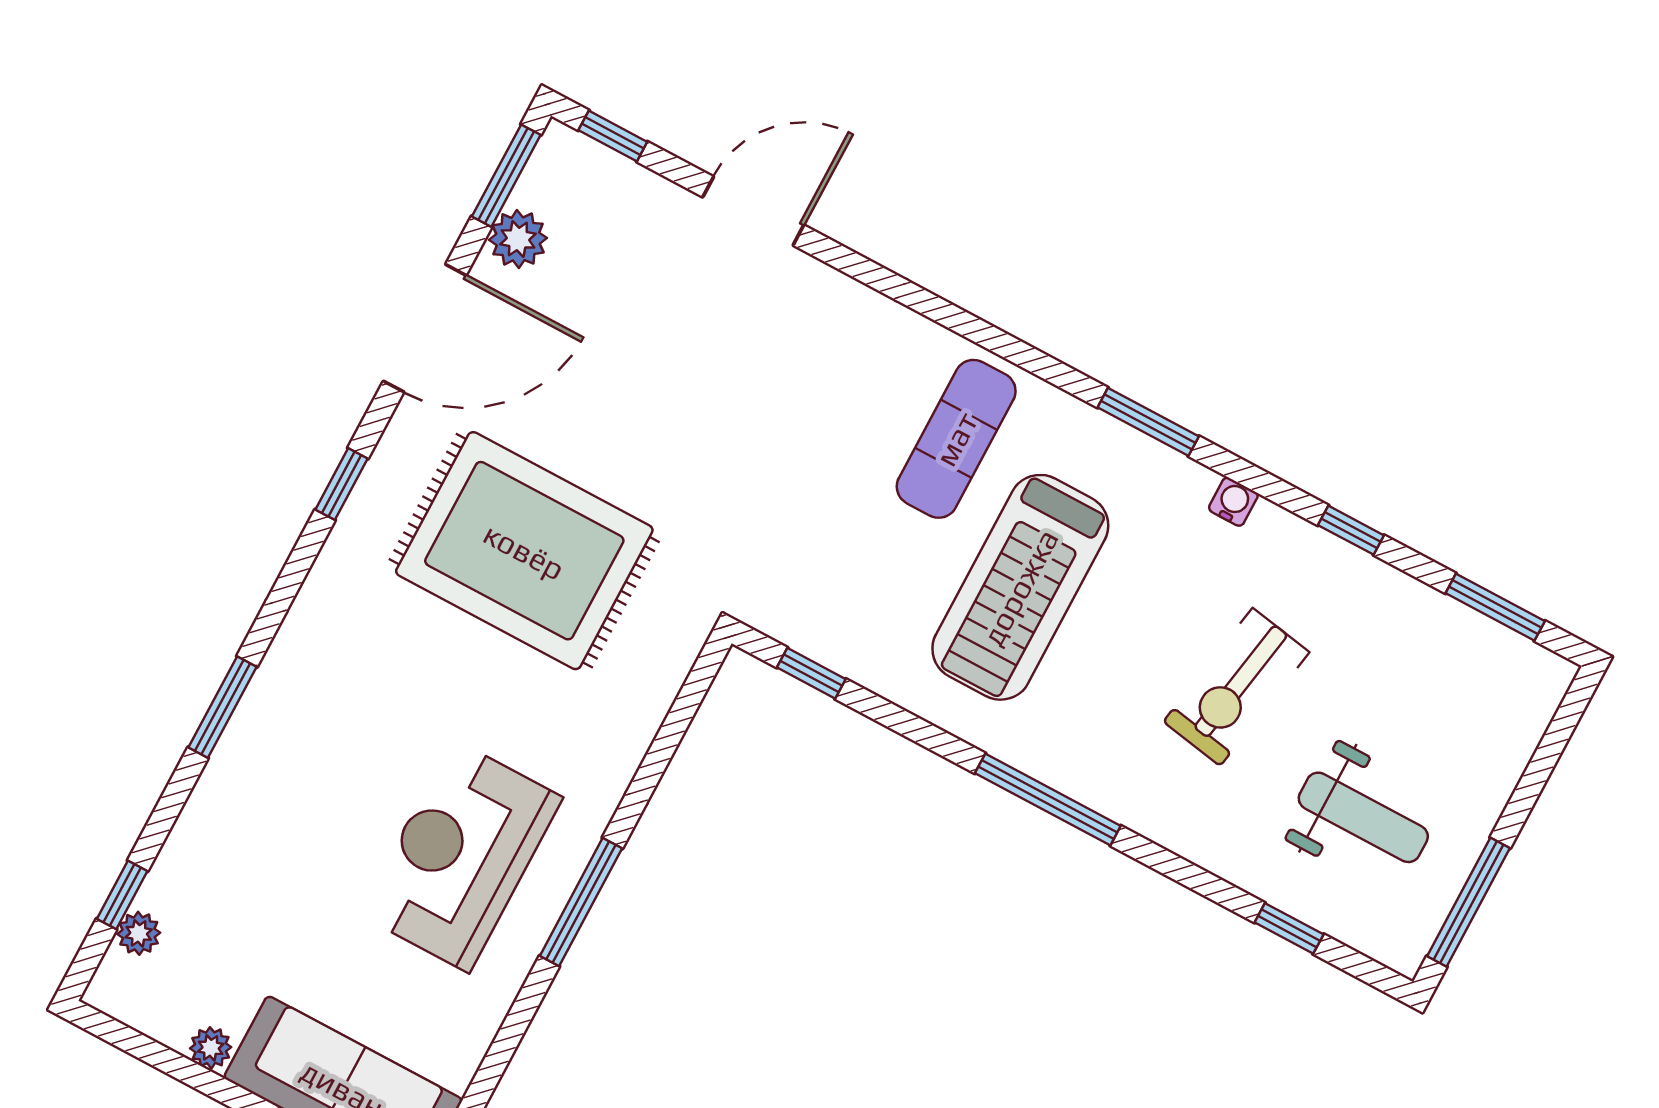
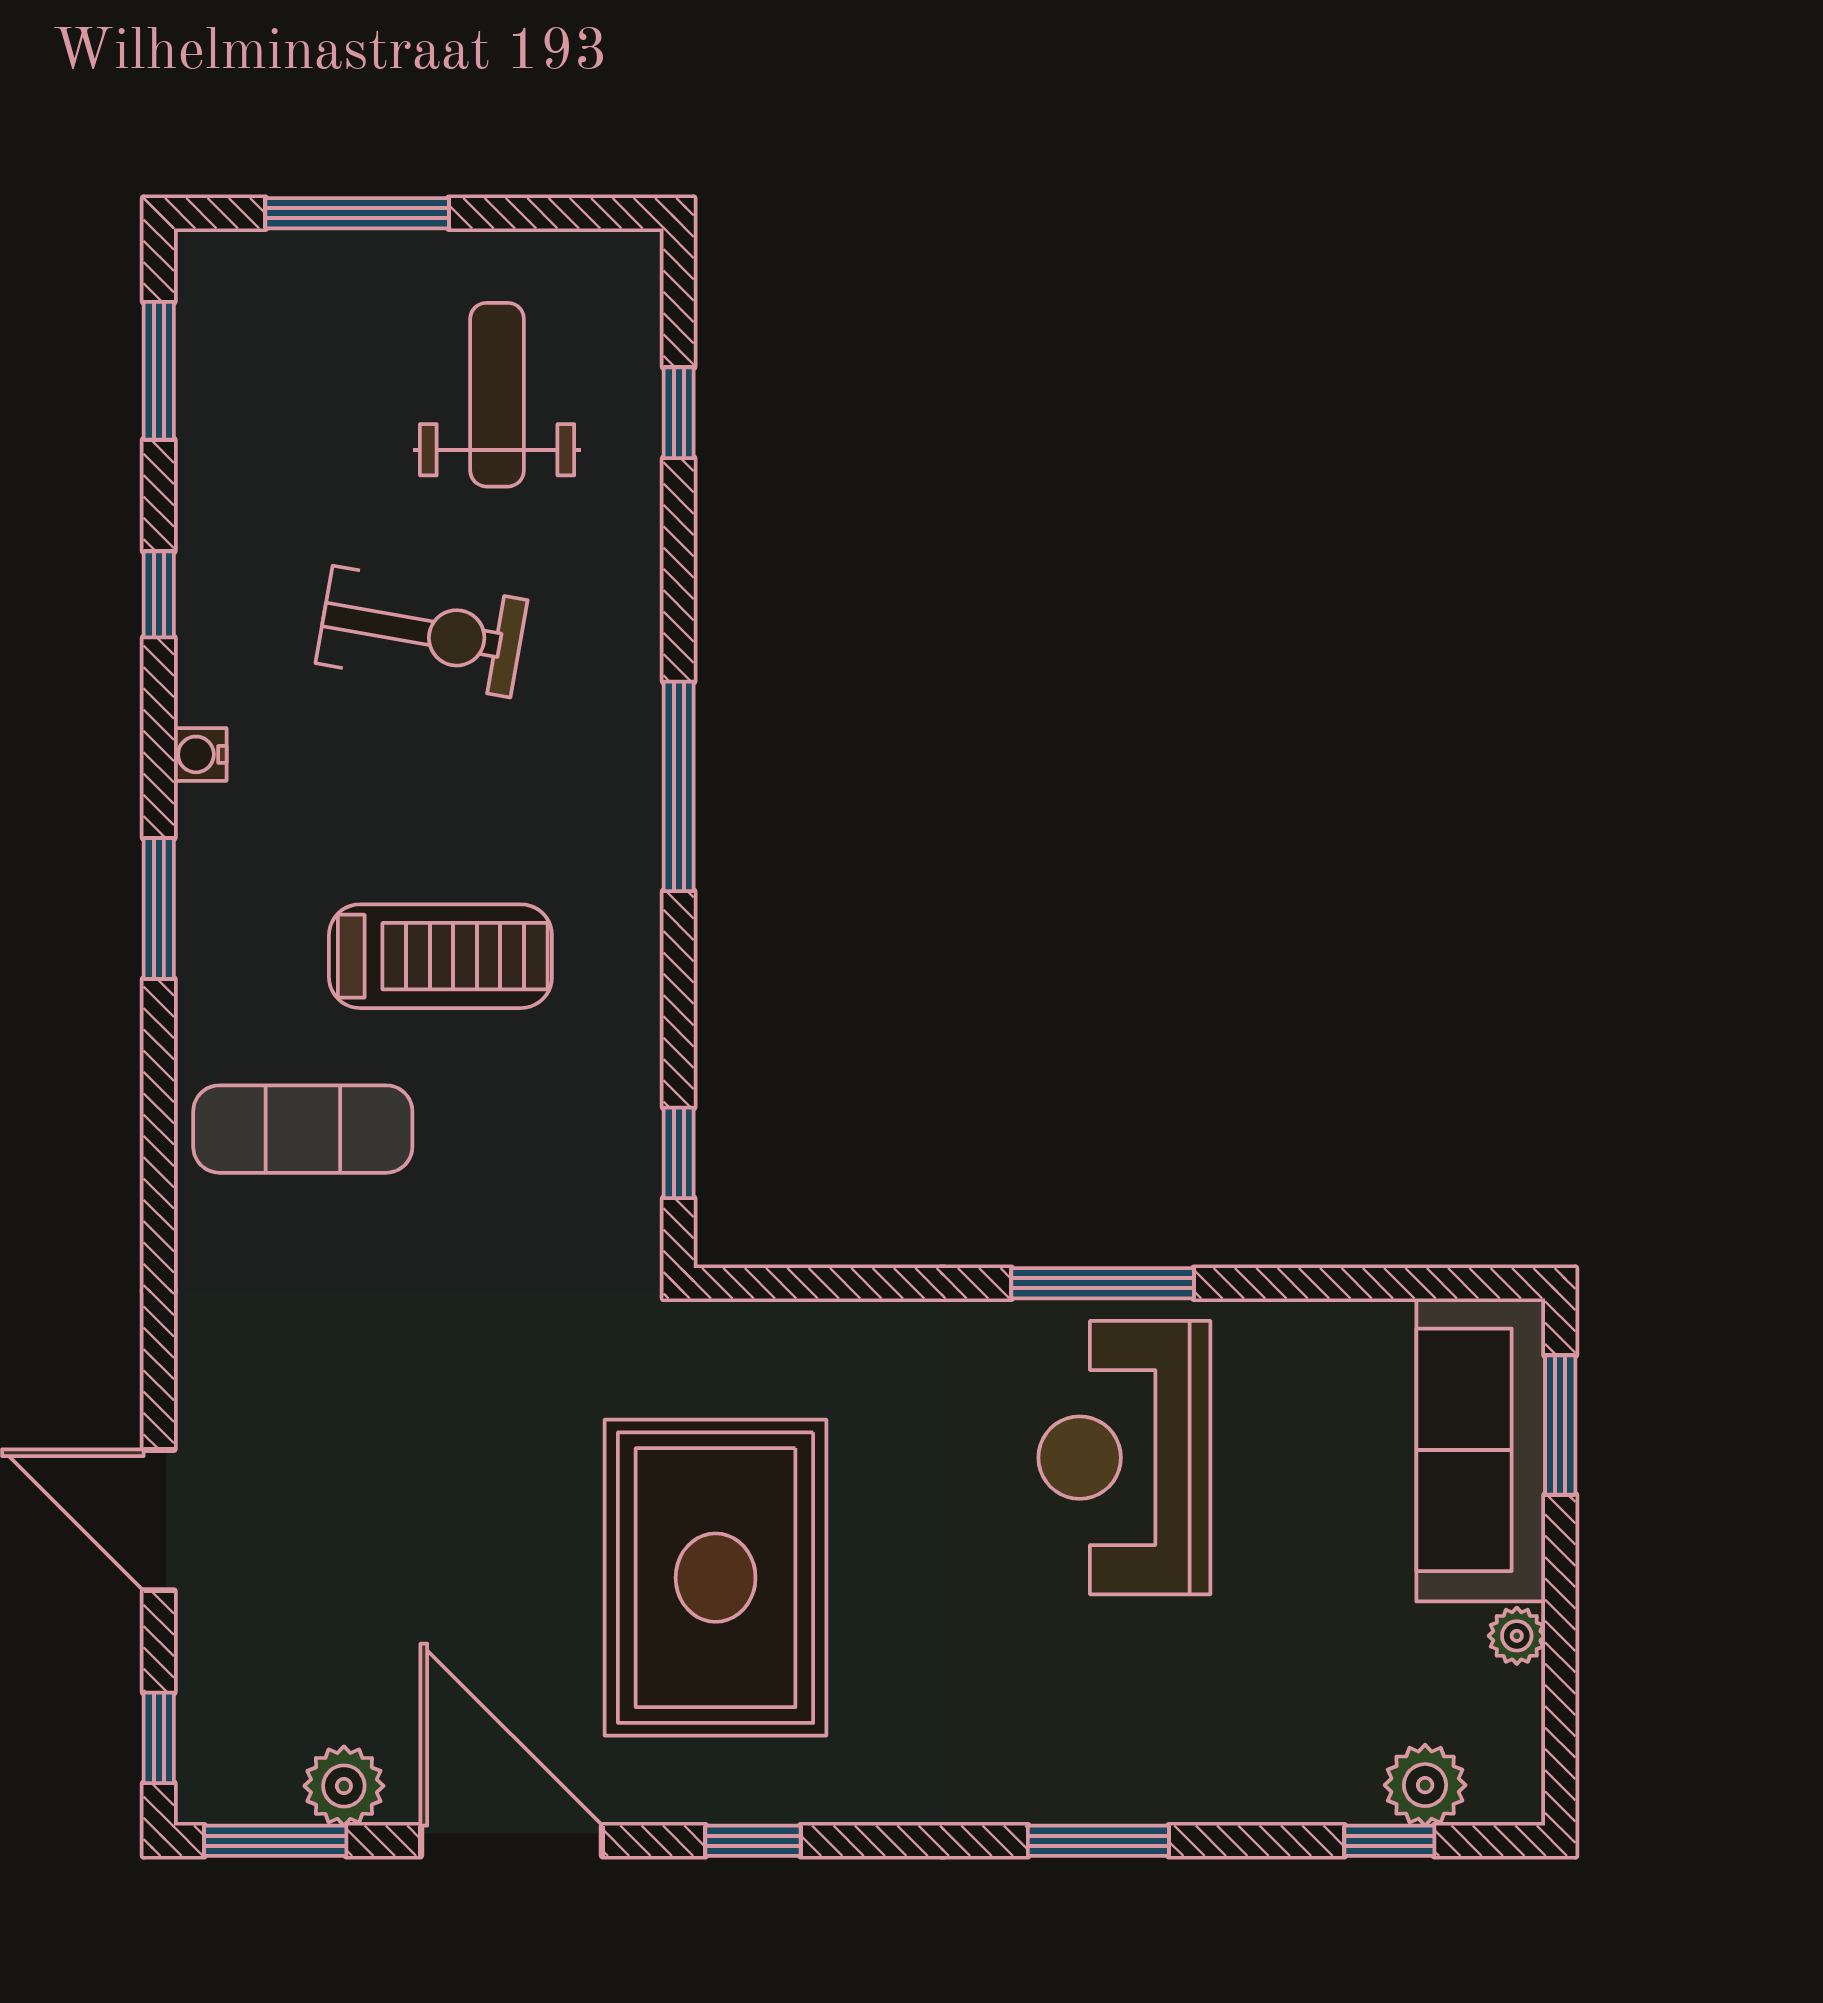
treadmill: (1020, 587) -> (440, 956), width x0.73, depth x0.73
reception desk: (461, 856) -> (1124, 1458), turned 90
window: (1468, 902) -> (357, 213), moved
plant: (139, 933) -> (1425, 1785), width x1.38, depth x1.38

